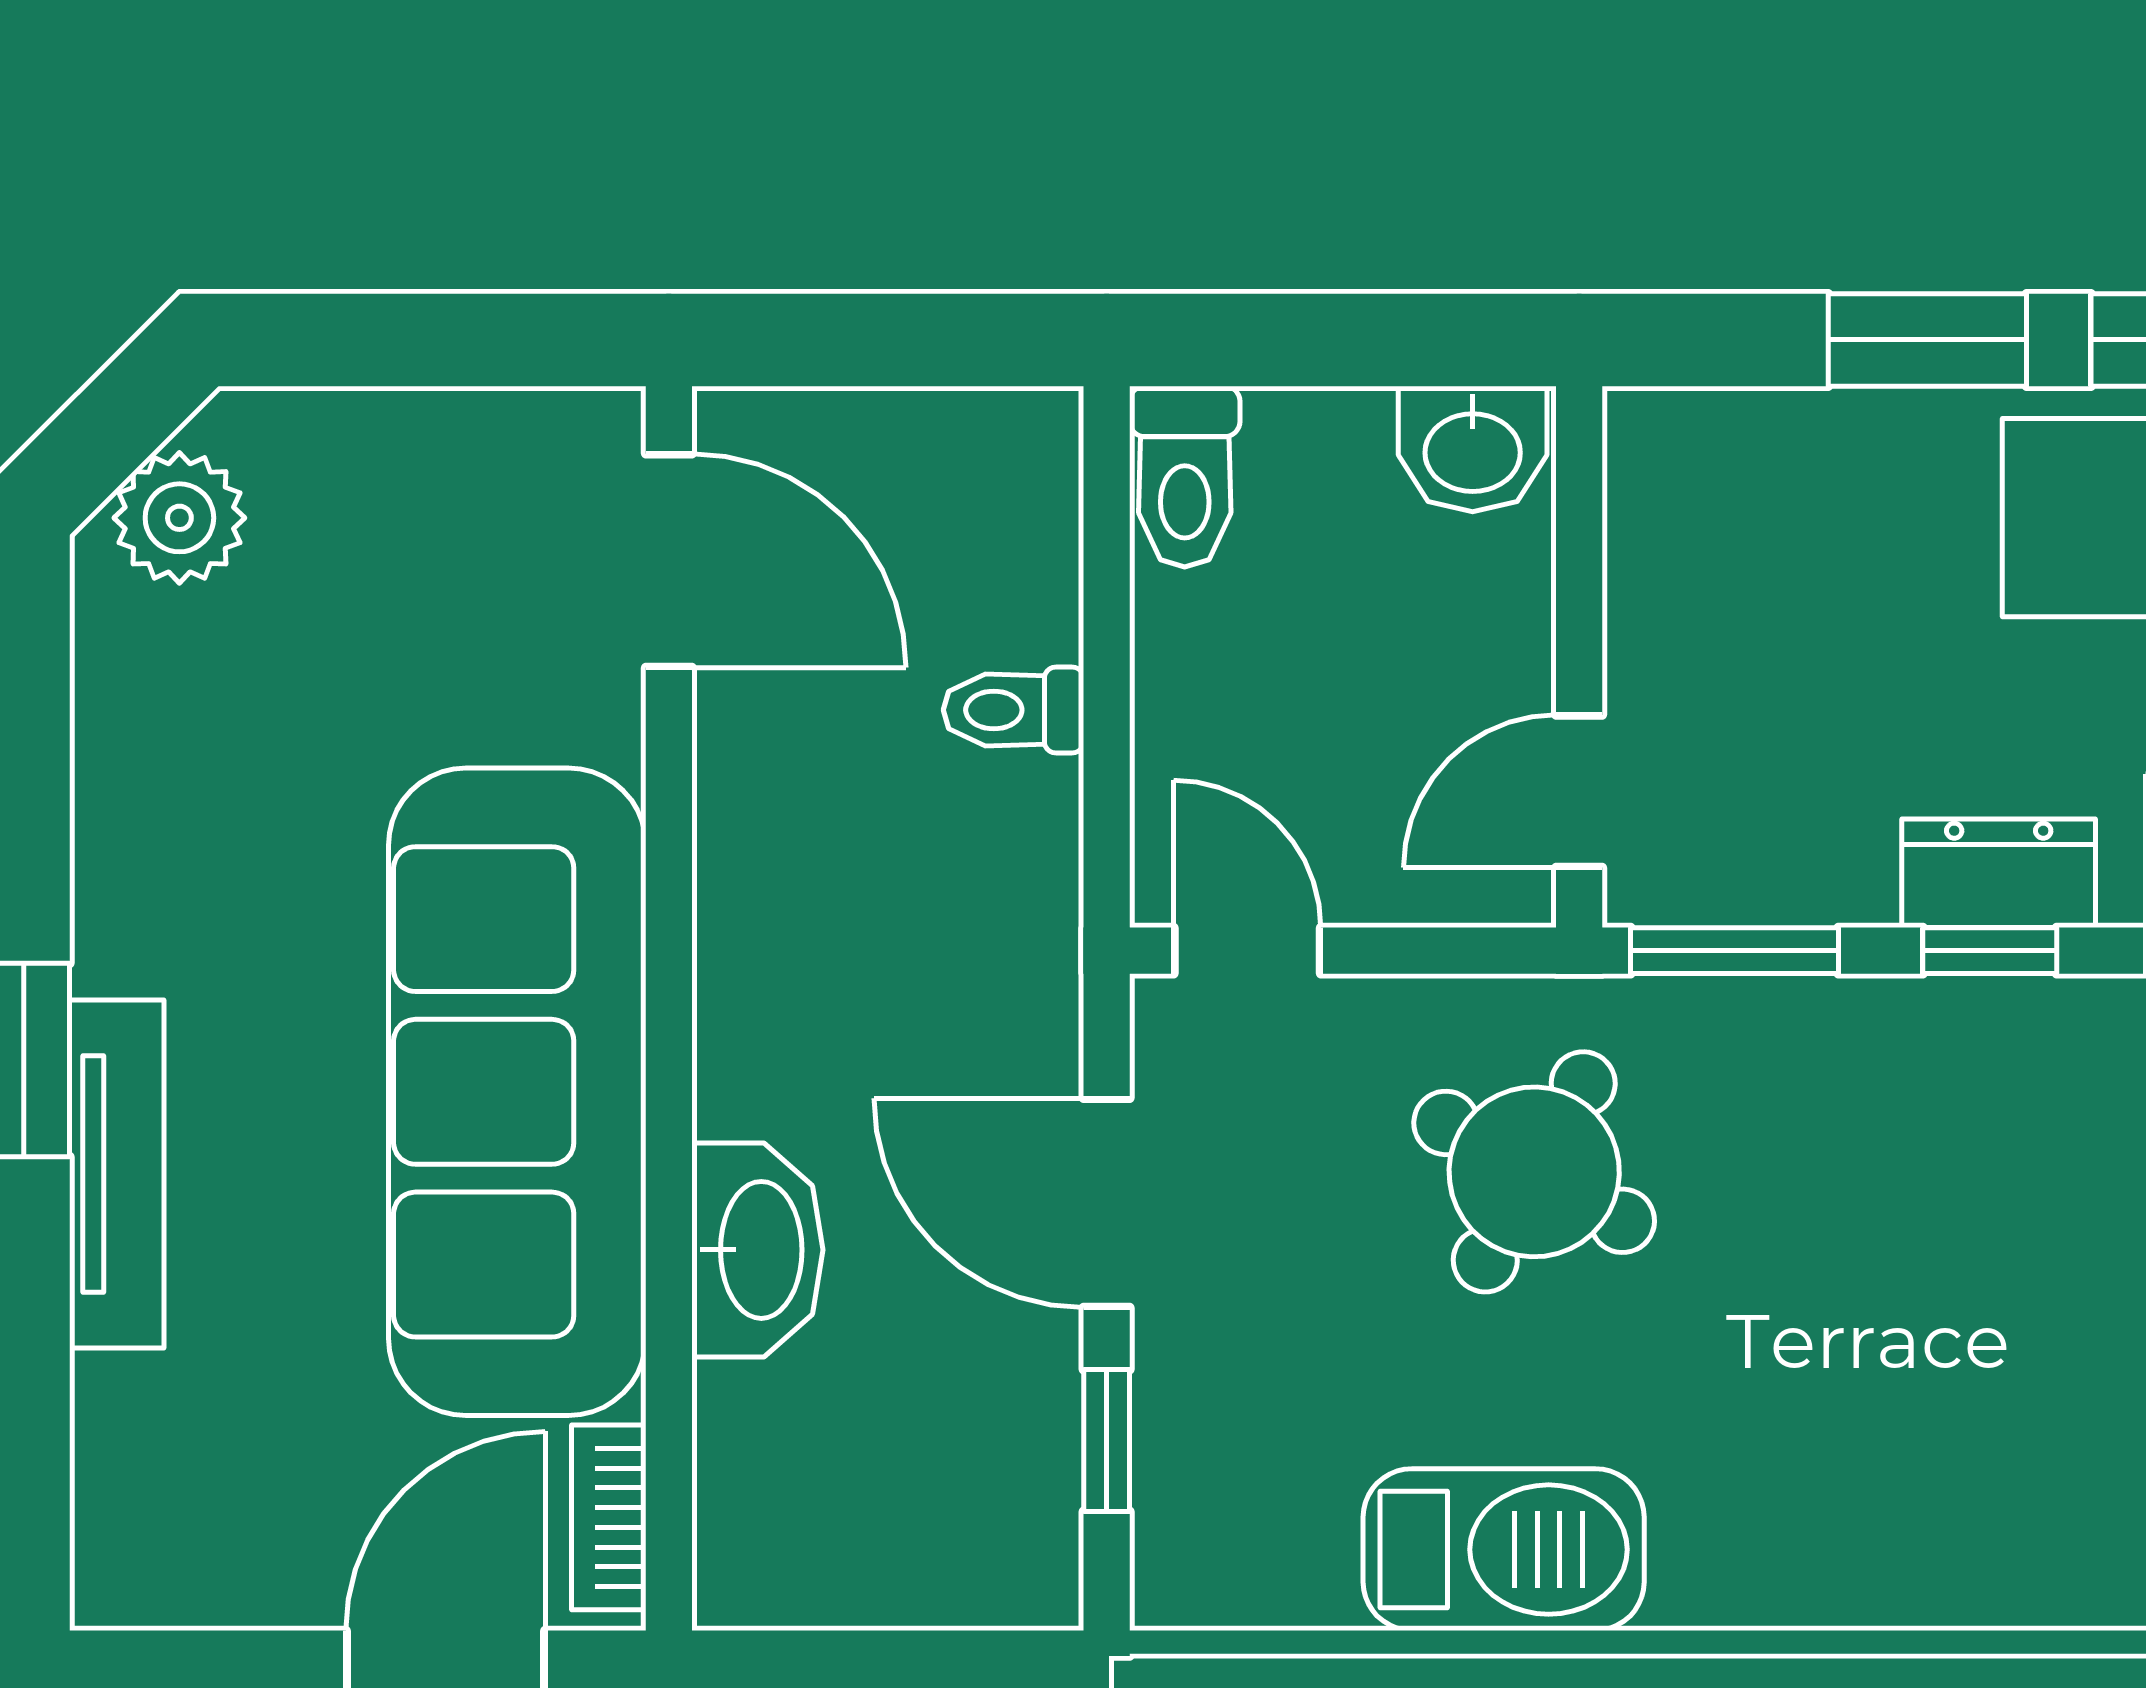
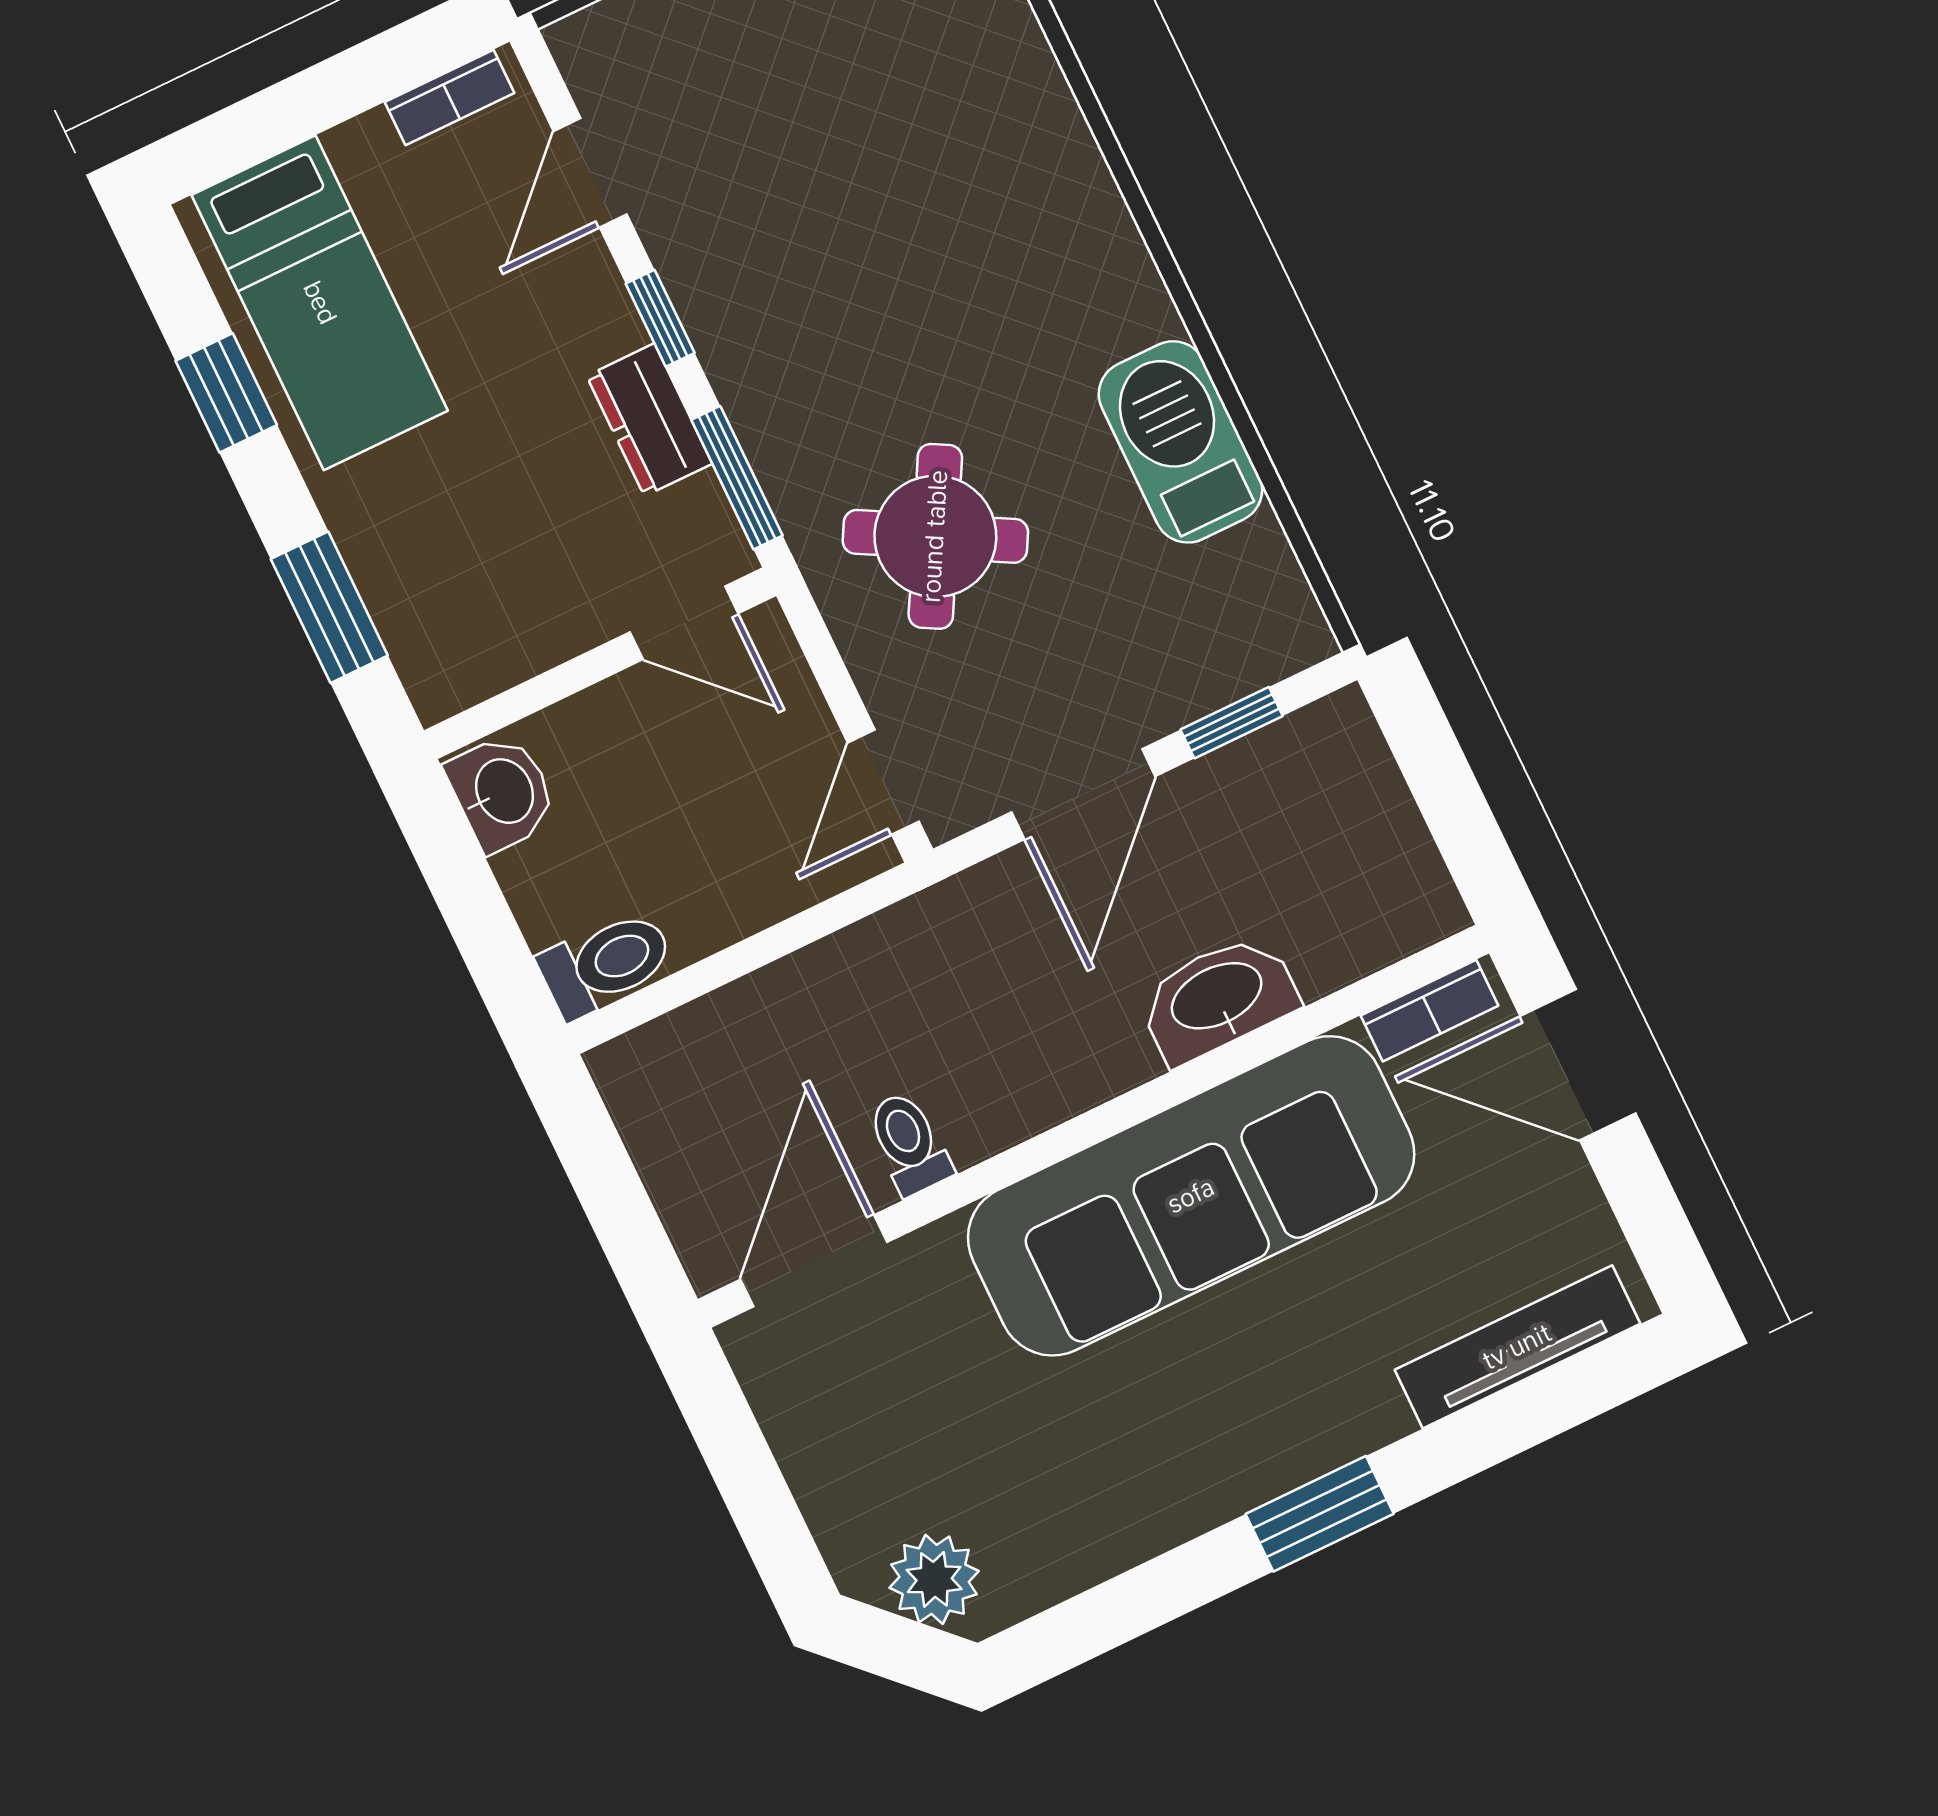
window: (1927, 340) -> (329, 607), moved
toilet: (1013, 710) -> (909, 1143), moved, turned 180
dresser: (1999, 873) -> (649, 420), moved
tv unit: (117, 1174) -> (1517, 1347), moved

